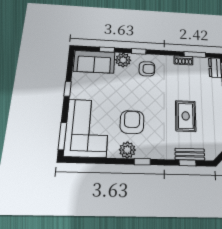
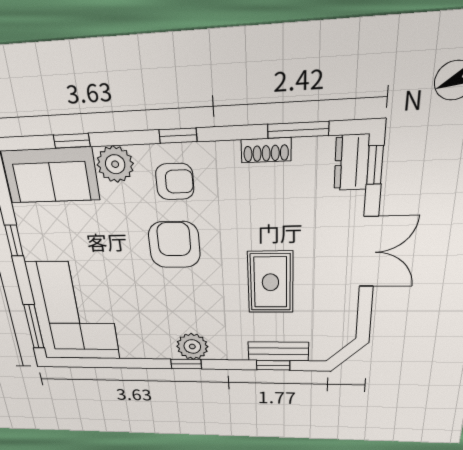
window: (139, 51) -> (178, 136), moved
armchair: (132, 122) -> (174, 245), moved
plant: (127, 150) -> (192, 346), moved

